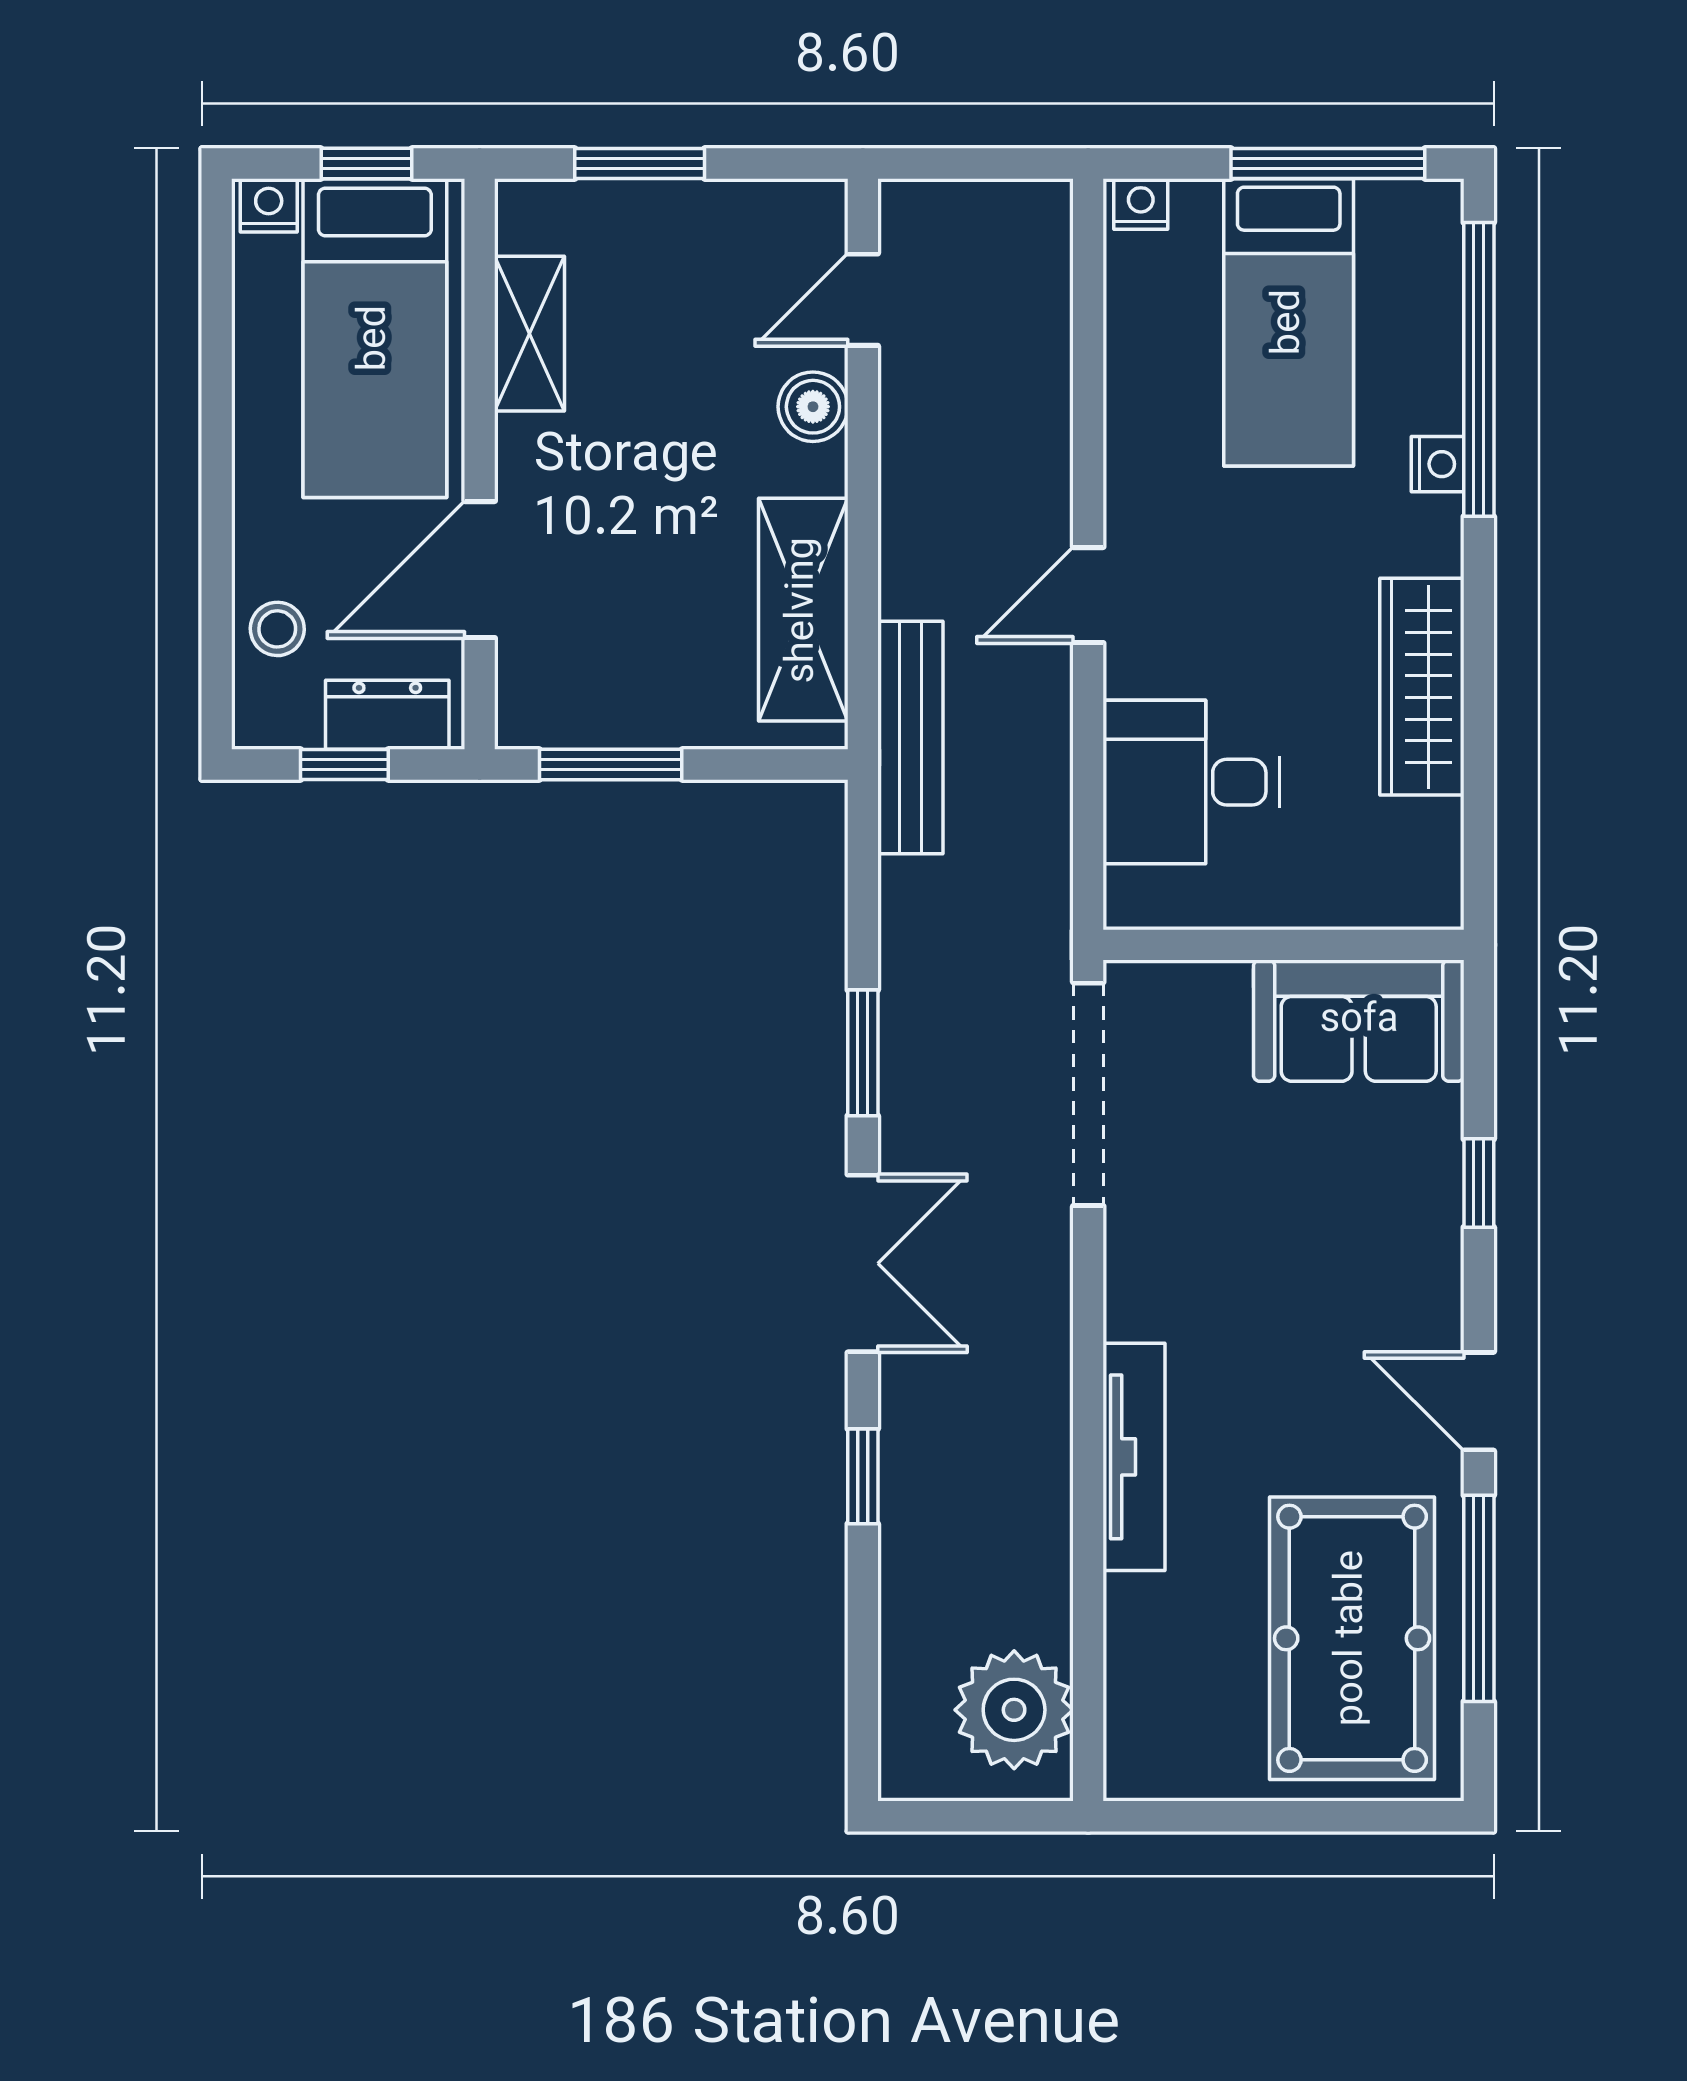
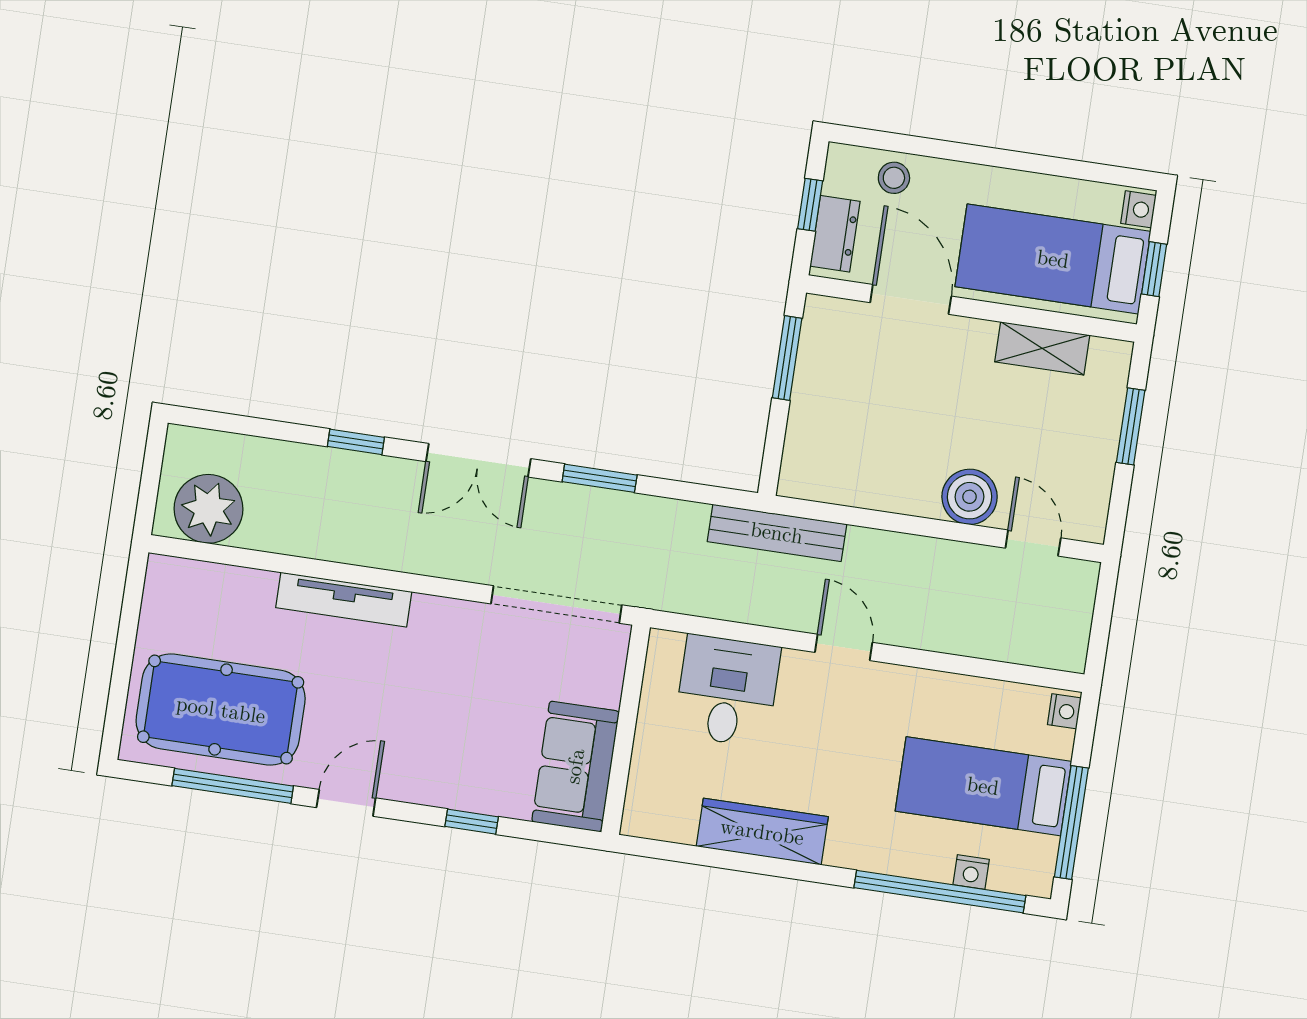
boiler: (813, 407) -> (970, 497), width x1.36, depth x1.36
nightstand: (1438, 464) -> (971, 872), moved
shelving: (803, 610) -> (860, 482), removed

